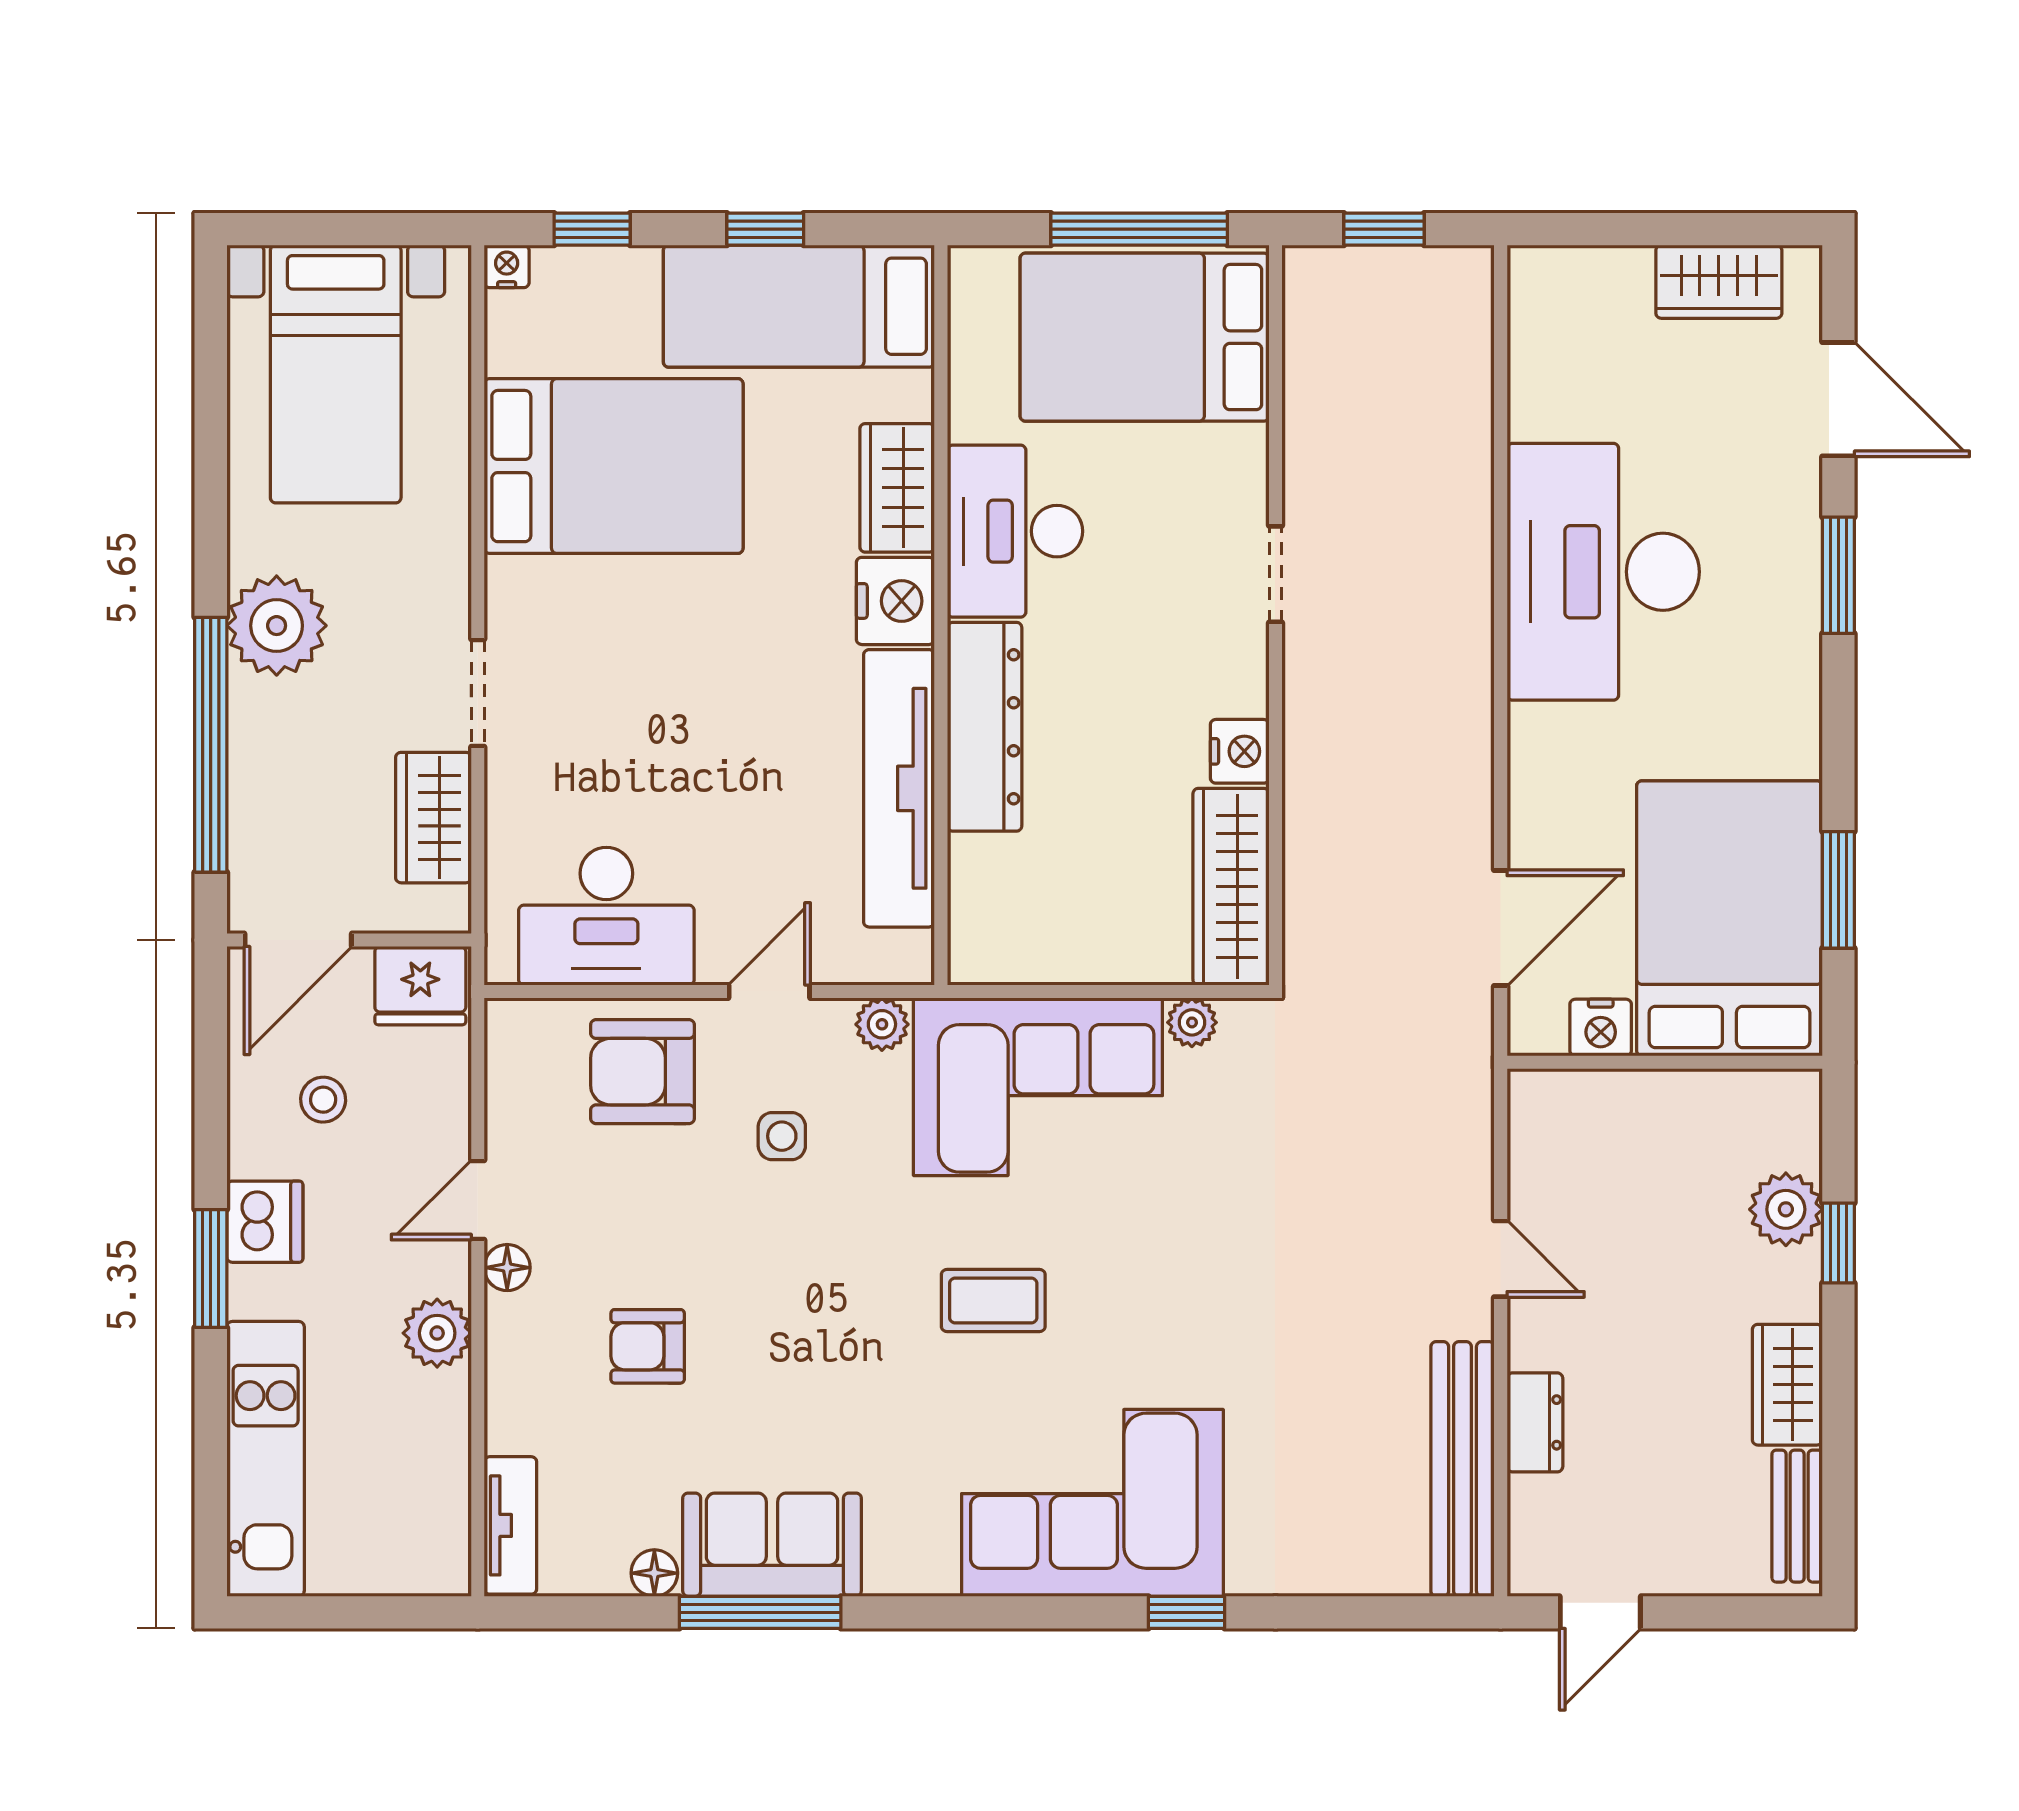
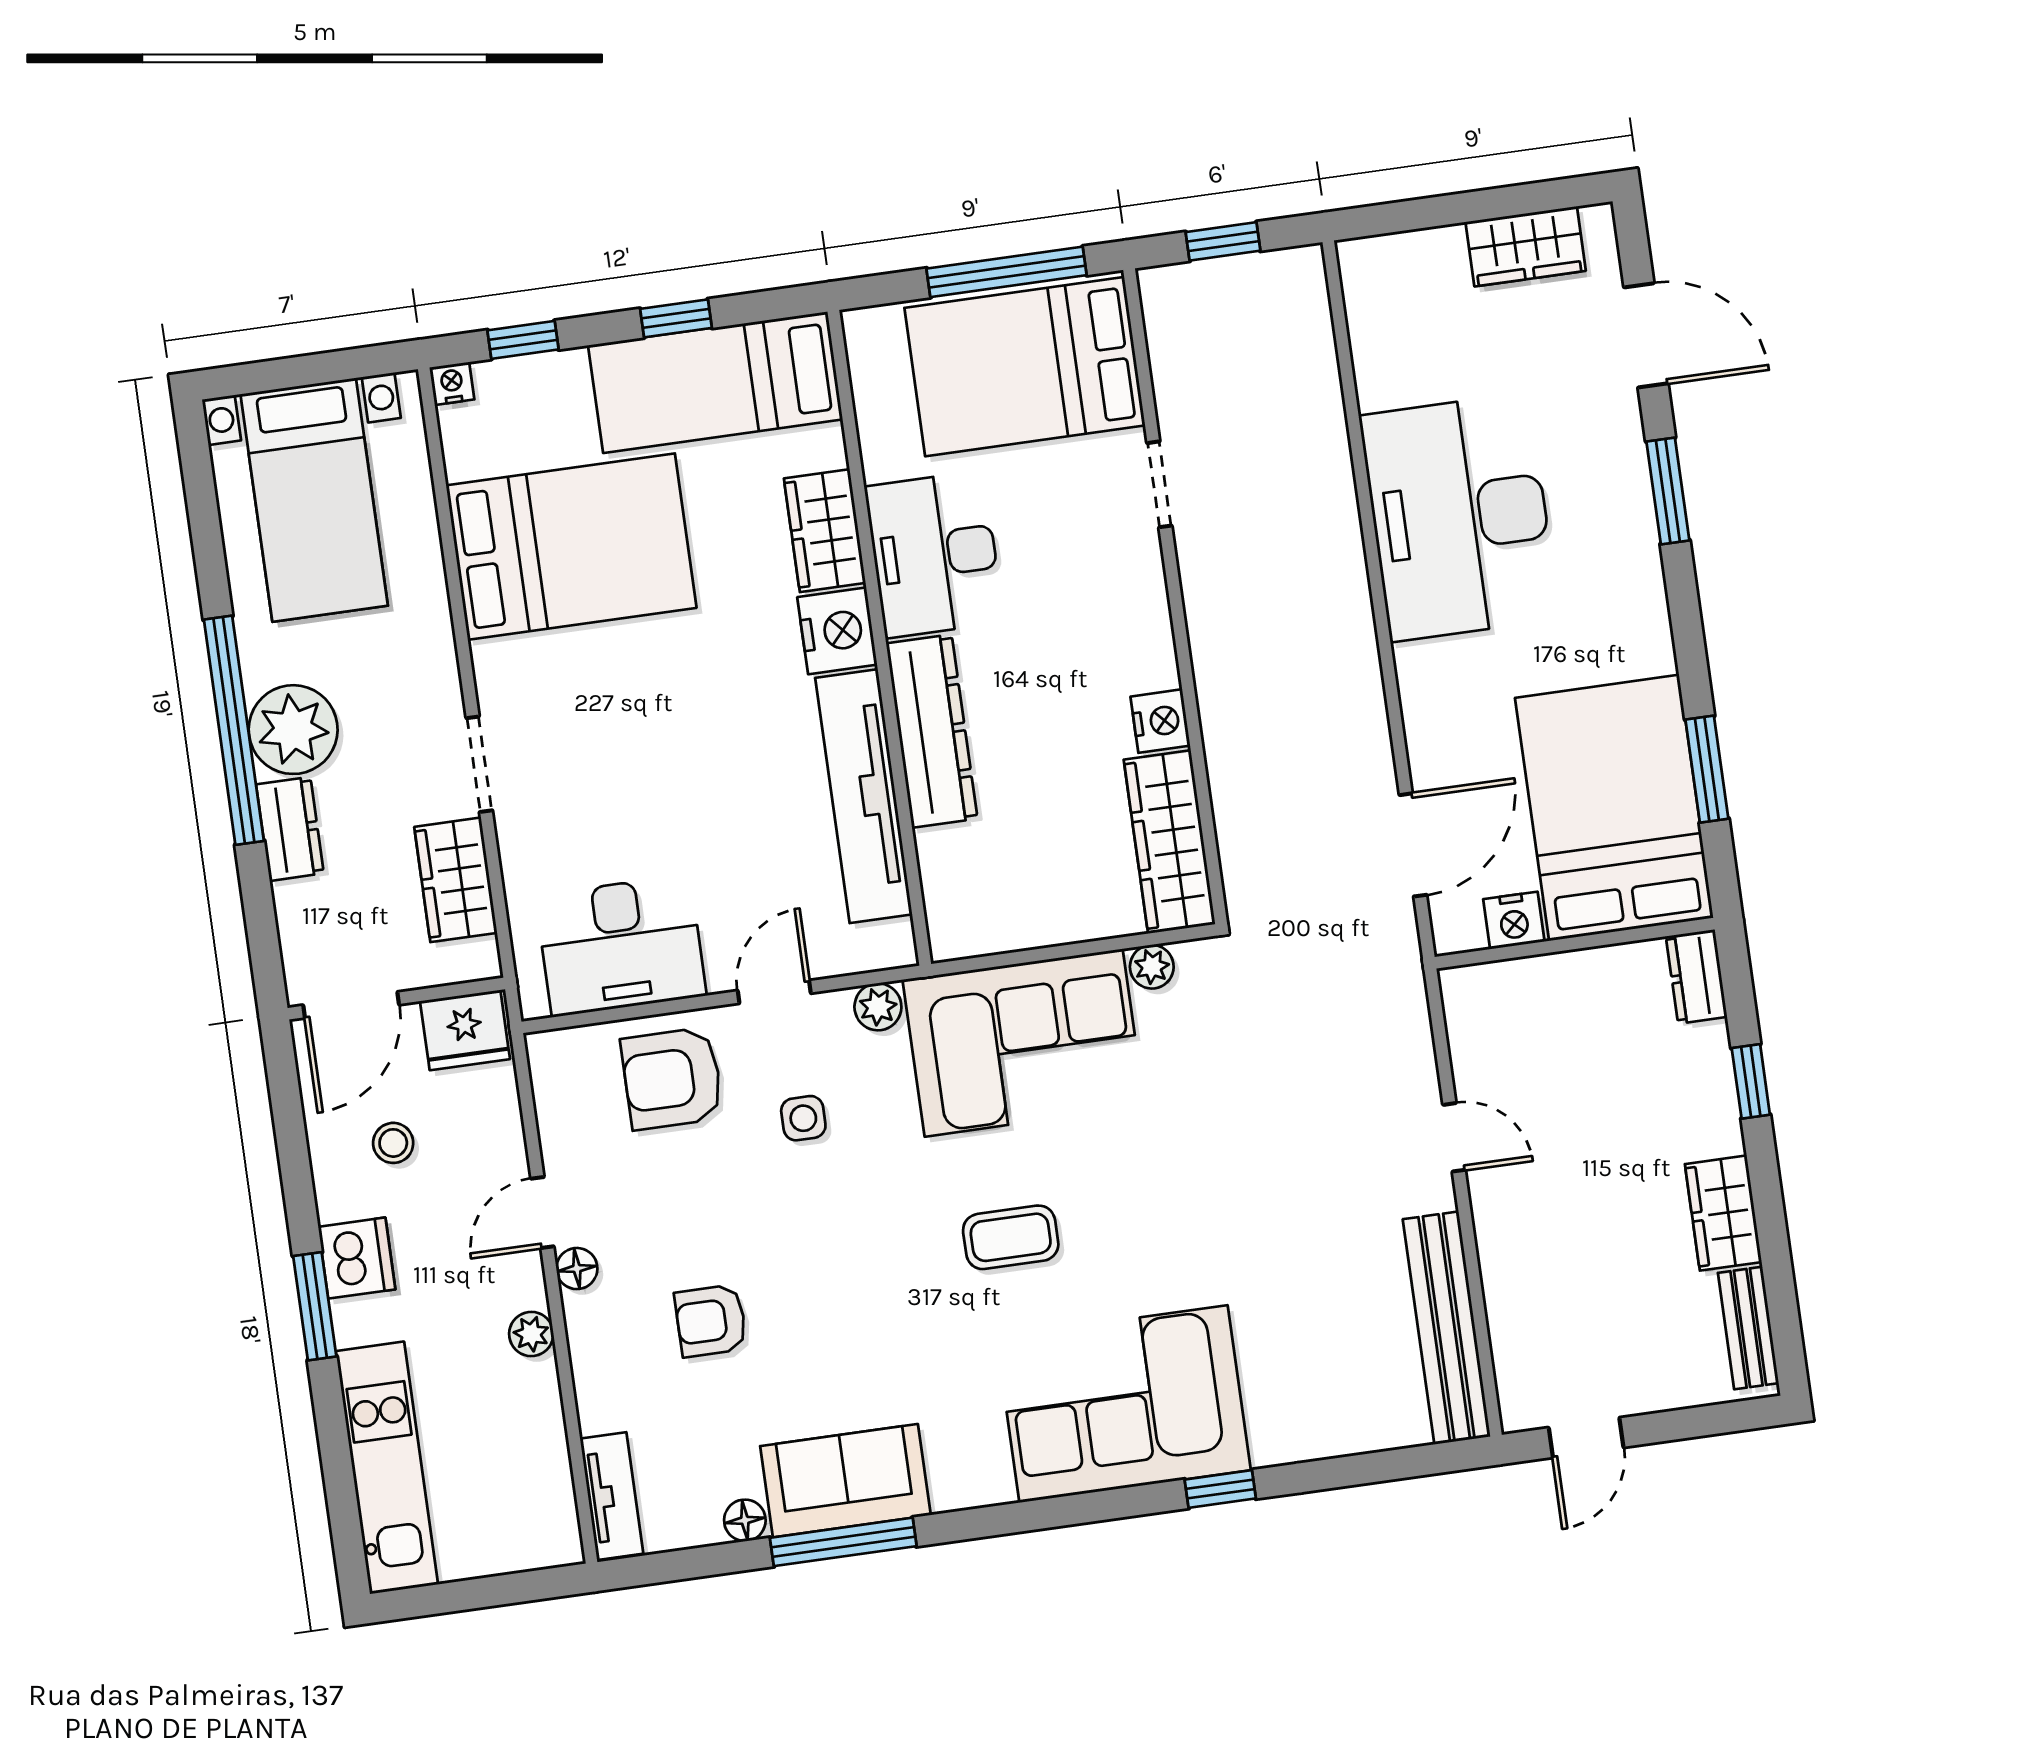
doorway: (1275, 574) -> (1159, 484), moved
dresser: (258, 735) -> (290, 829), added
window: (211, 745) -> (234, 730), moved
plant: (1786, 1209) -> (1700, 1058), removed
plant: (437, 1333) -> (531, 1334), width x0.73, depth x0.73
dresser: (1535, 1422) -> (1696, 977), moved, turned 180

